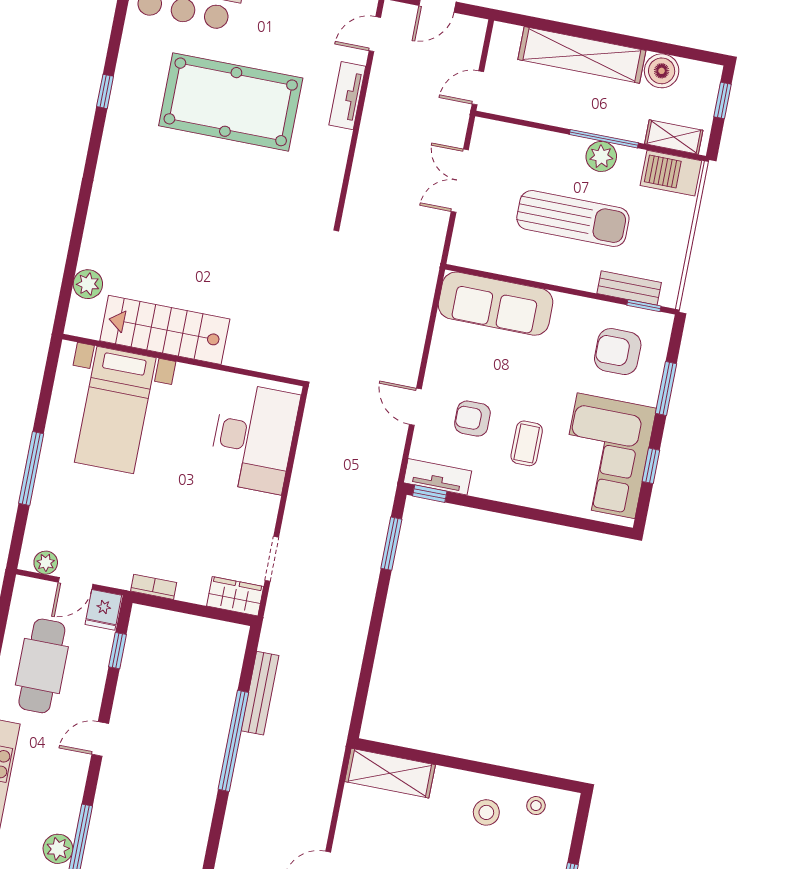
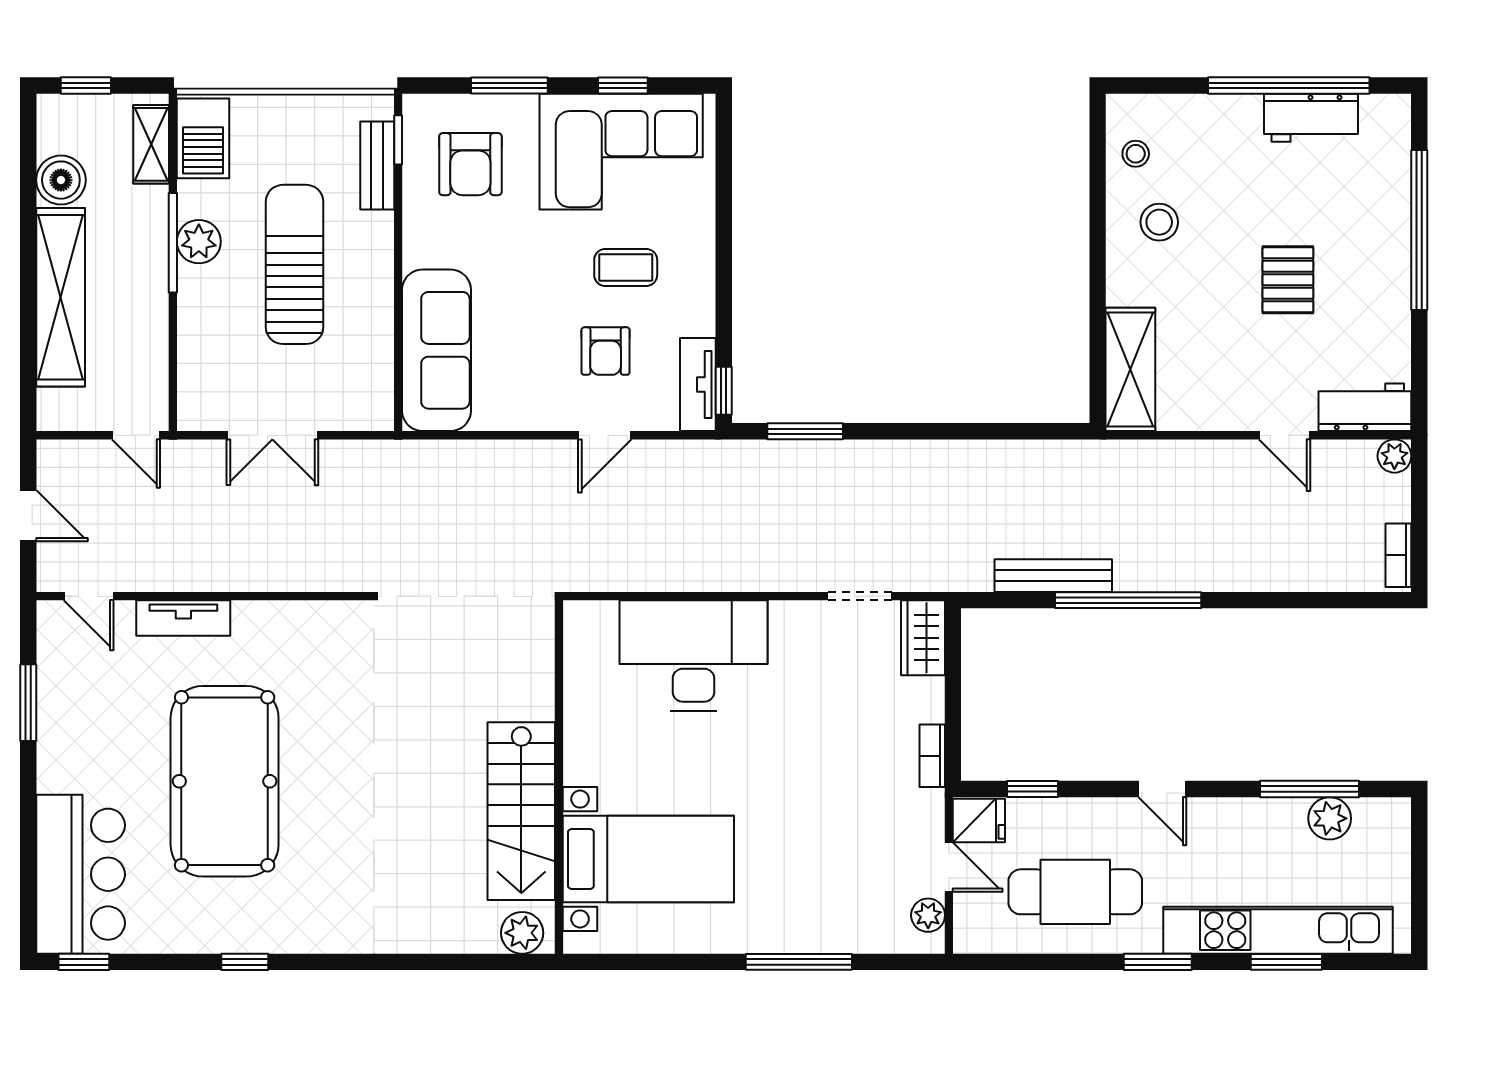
stairs: (165, 330) -> (521, 811), moved
wall: (183, 360) -> (559, 777), moved
bed with nightstands: (115, 410) -> (648, 859), moved

